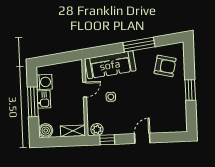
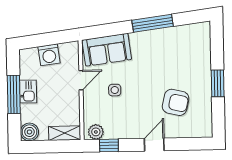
sofa: (110, 65) -> (107, 50), width x0.73
armchair: (165, 66) -> (176, 102), moved
washing machine: (44, 82) -> (49, 55), moved, turned 83

